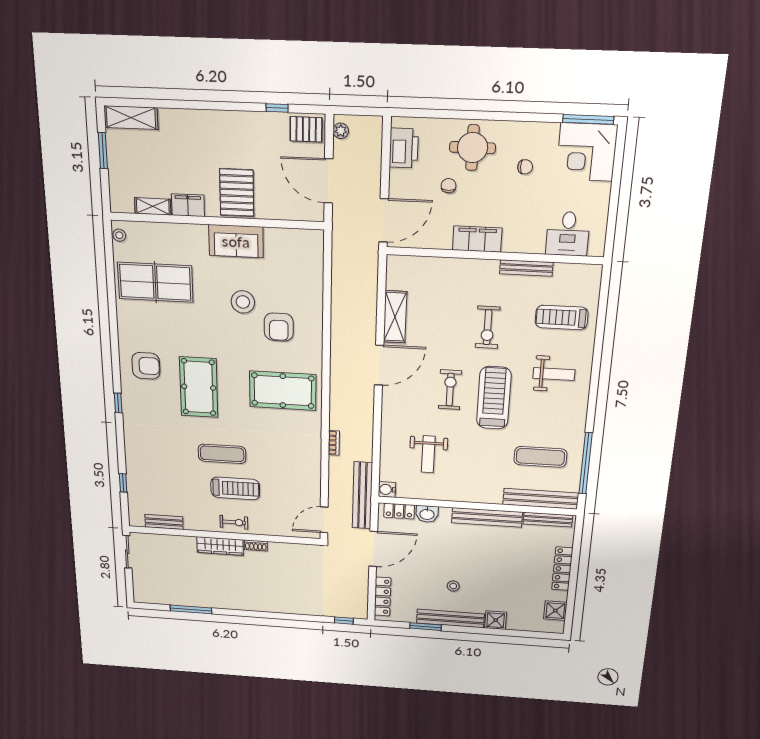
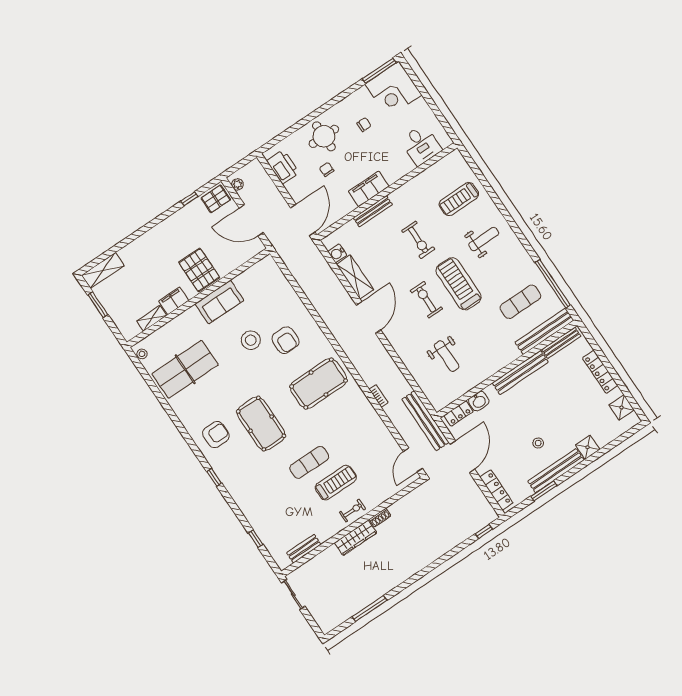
bench: (526, 268) -> (373, 211), moved
water cooler: (387, 489) -> (337, 253), moved

